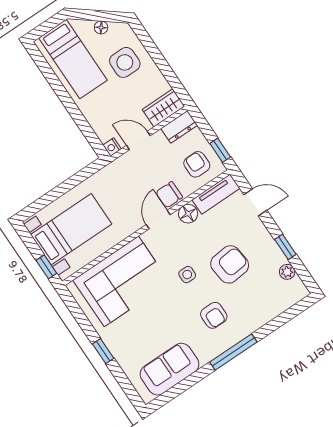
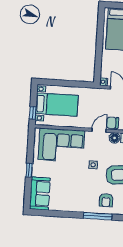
armchair: (214, 315) -> (106, 200), moved
window: (233, 352) -> (98, 216), moved
sofa: (170, 369) -> (40, 193), moved, turned 90

